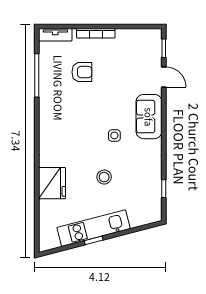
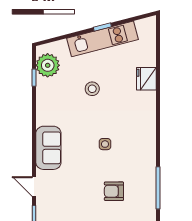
side table: (114, 135) -> (105, 144), moved
fridge: (52, 183) -> (146, 79), width x0.73, depth x0.75
plant: (150, 201) -> (48, 65), added

